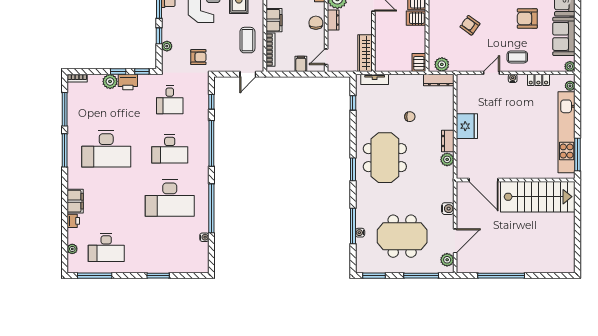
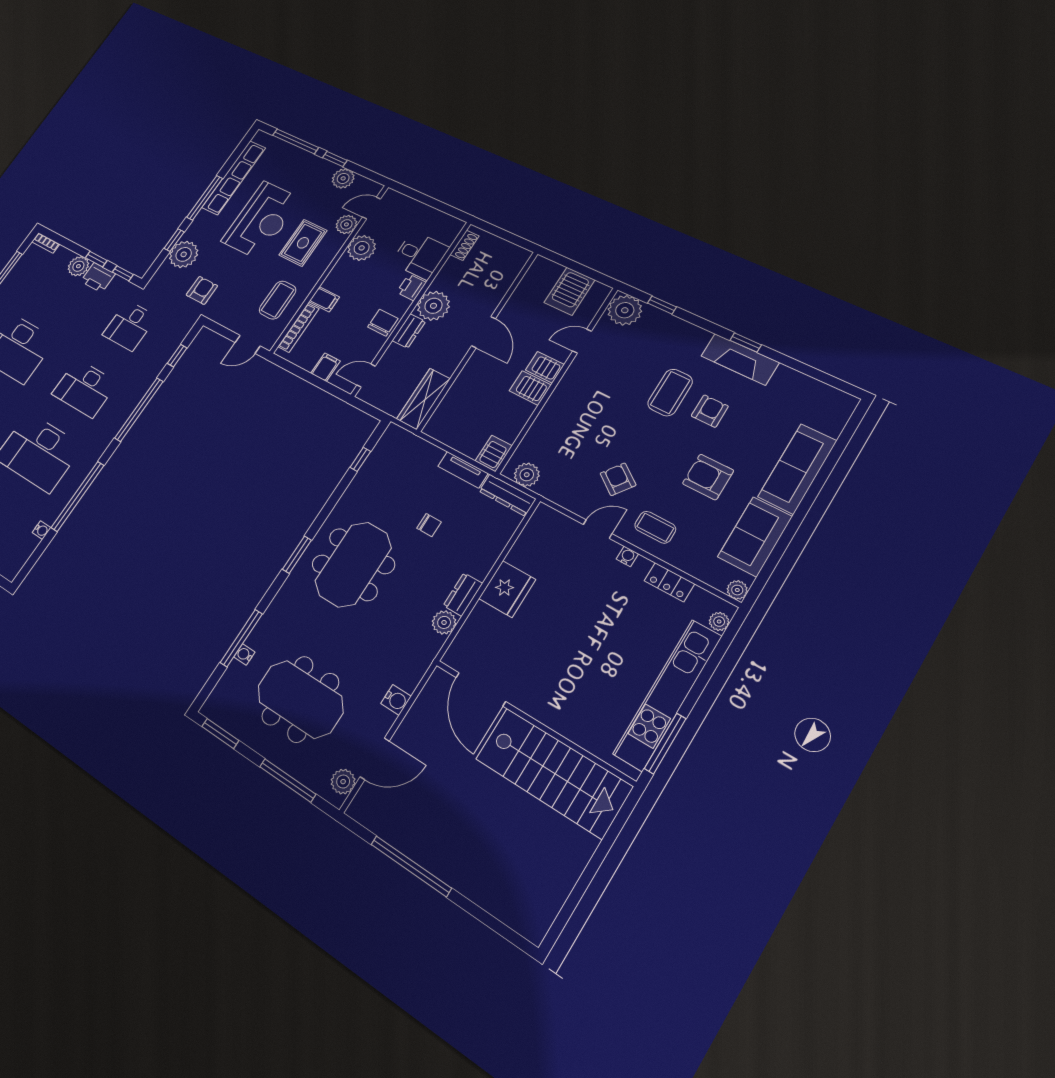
filing cabinet: (274, 20) -> (324, 299), width x0.50
armchair: (470, 25) -> (618, 479), moved
plant: (167, 46) -> (184, 254), width x1.88, depth x1.88
armchair: (198, 57) -> (202, 290), turned -90
tv unit: (375, 79) -> (463, 470), moved

